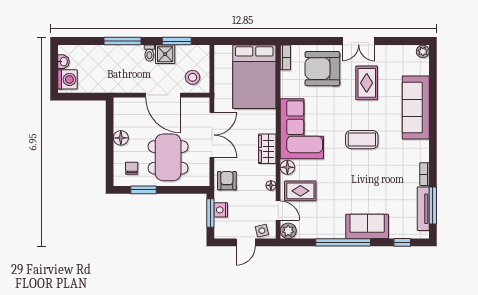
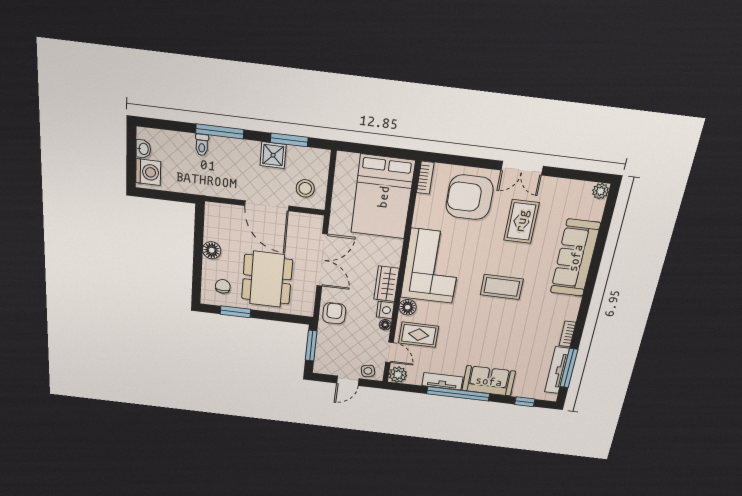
toilet: (149, 53) -> (202, 145), moved
nightstand: (221, 210) -> (385, 310), moved, turned 180
tv unit: (328, 232) -> (442, 381), added

